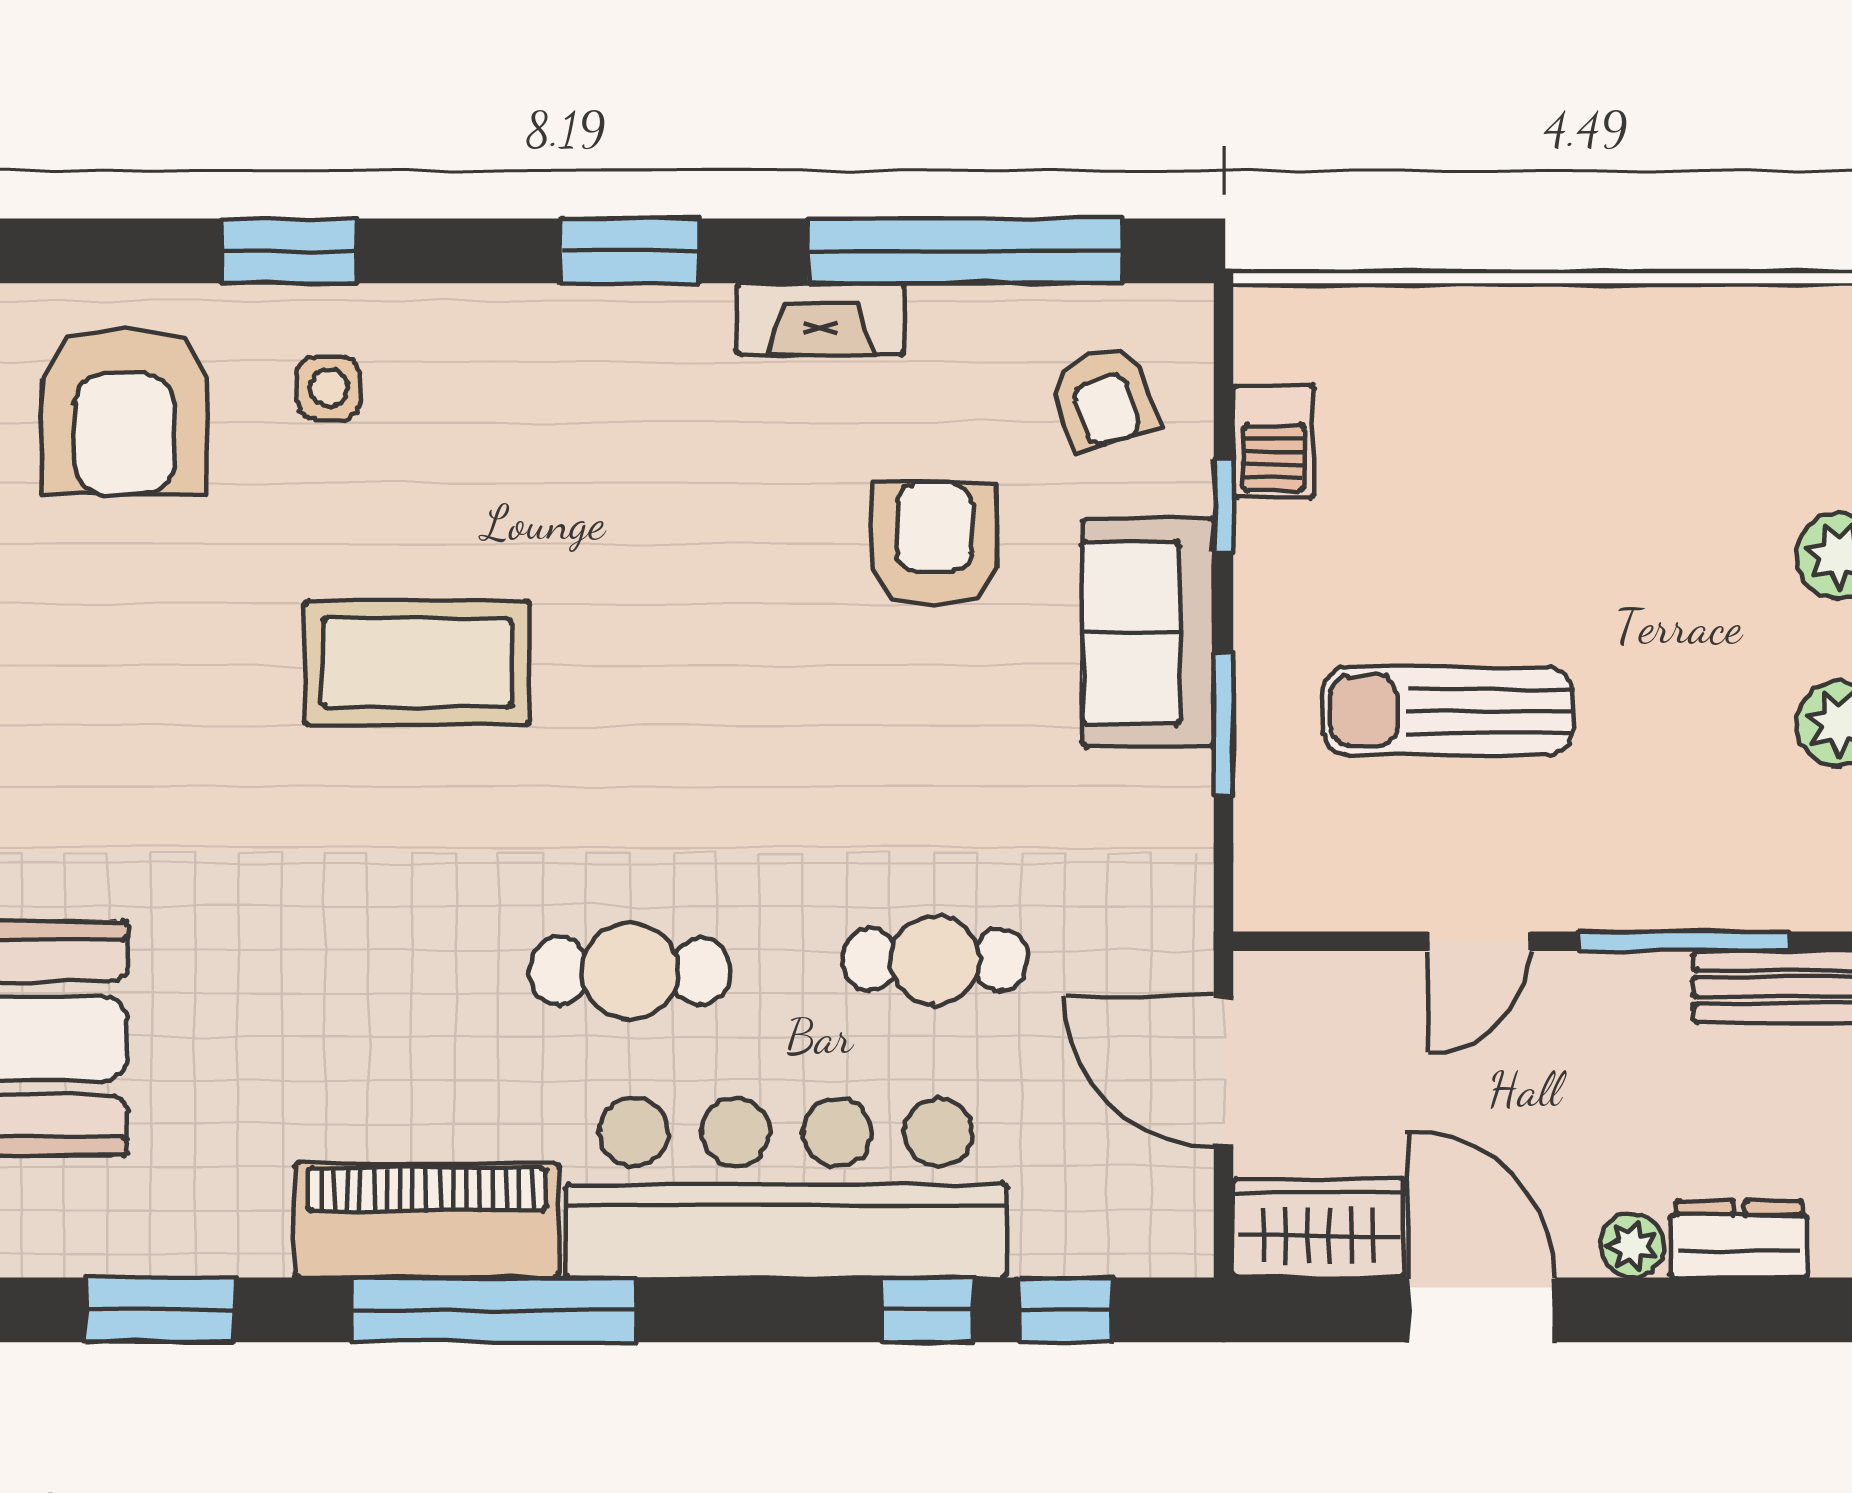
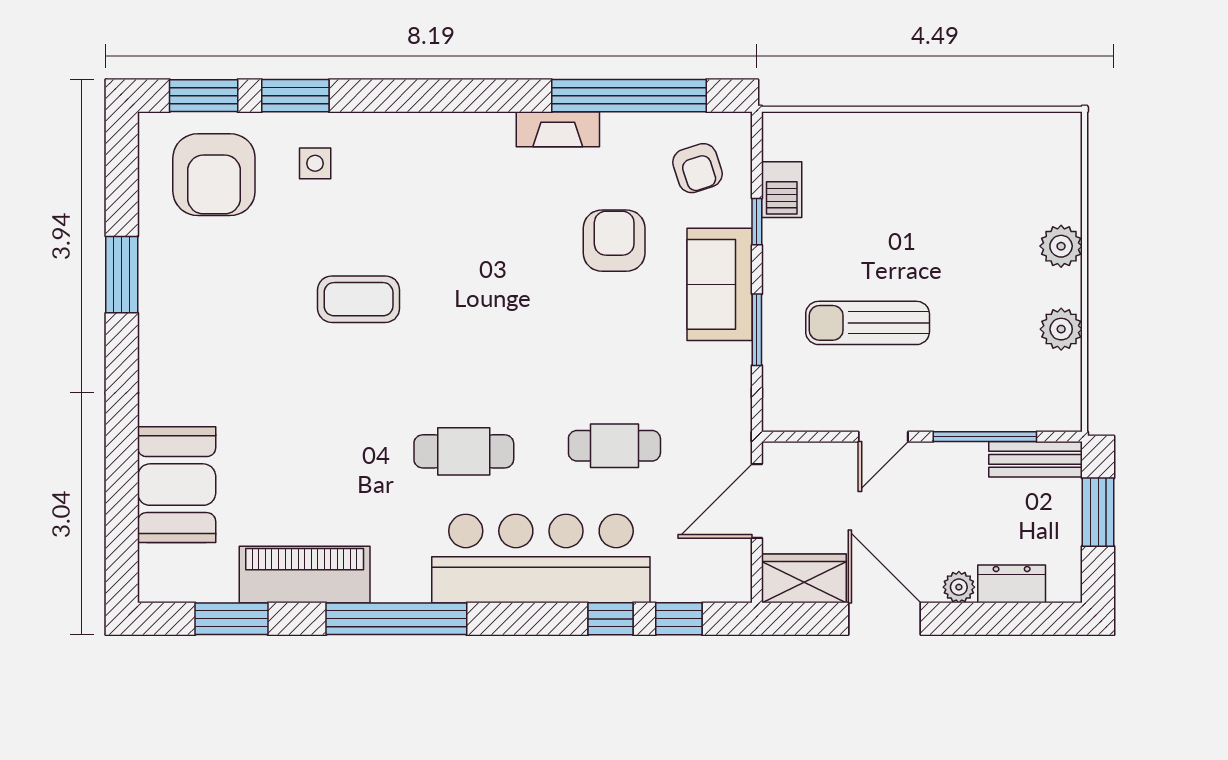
window: (630, 251) -> (204, 96), moved
coffee table: (417, 663) -> (359, 299), width x0.73, depth x0.76
door: (1224, 1071) -> (757, 501), hinge flipped
piano: (427, 1220) -> (305, 574), moved

